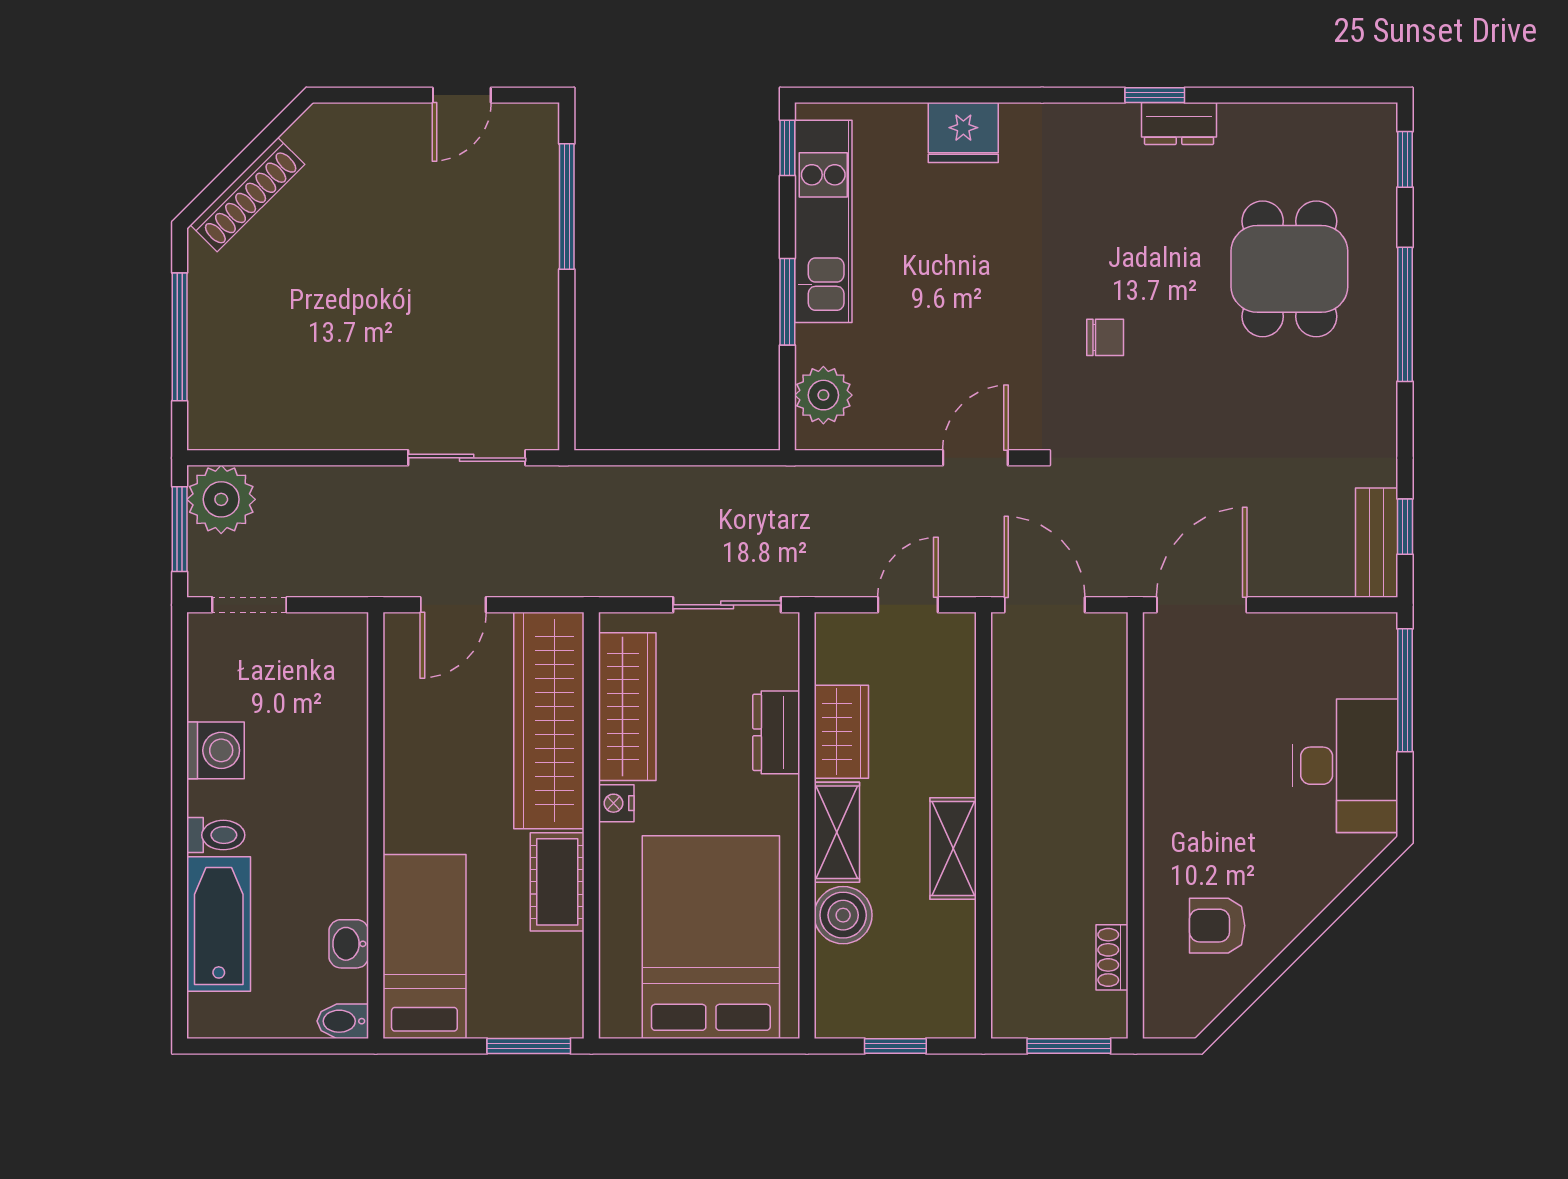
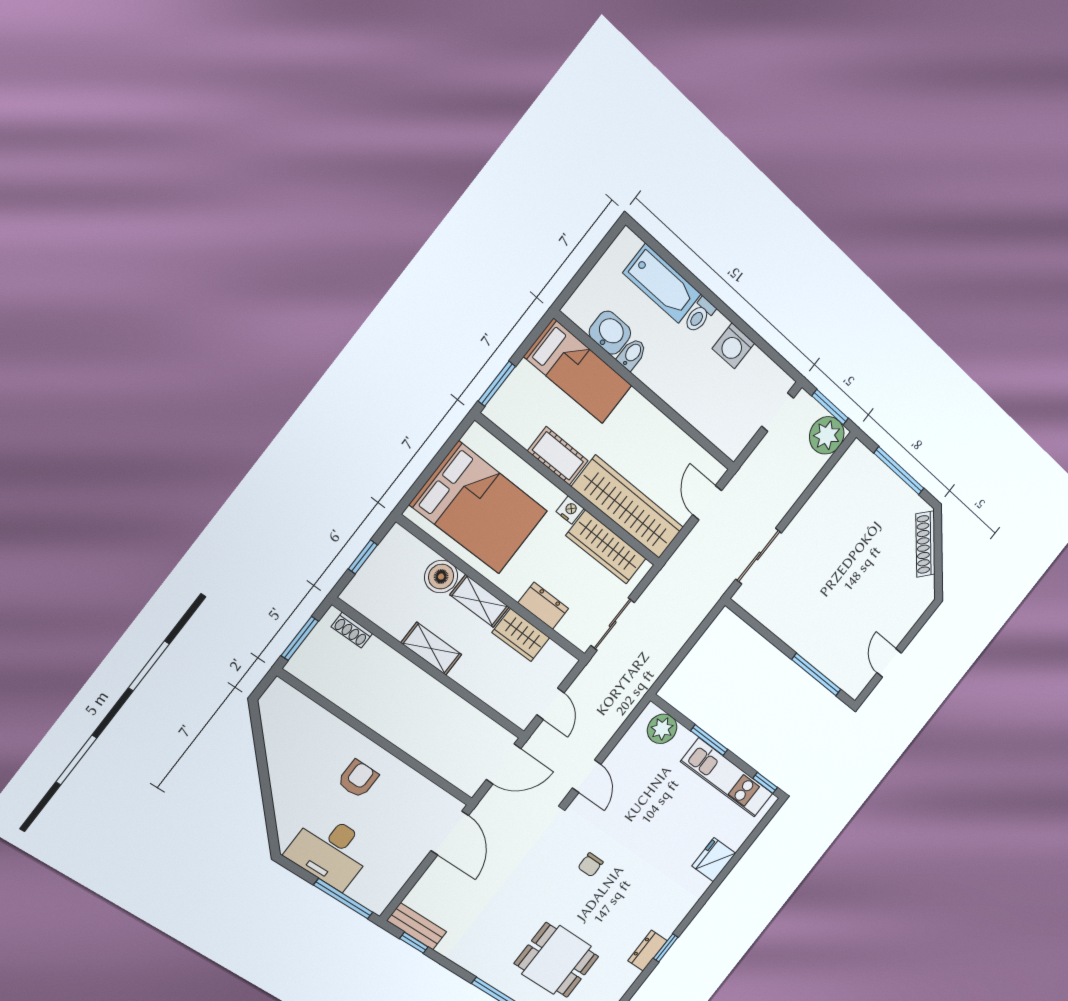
armchair: (1217, 926) -> (358, 779), moved
washbasin: (349, 944) -> (610, 333), width x1.38, depth x1.45
shoe rack: (1112, 957) -> (352, 630), moved, turned 180
bidet: (343, 1021) -> (632, 354), moved

